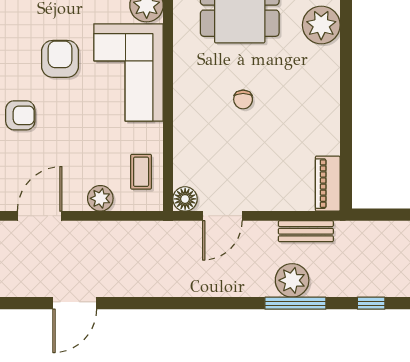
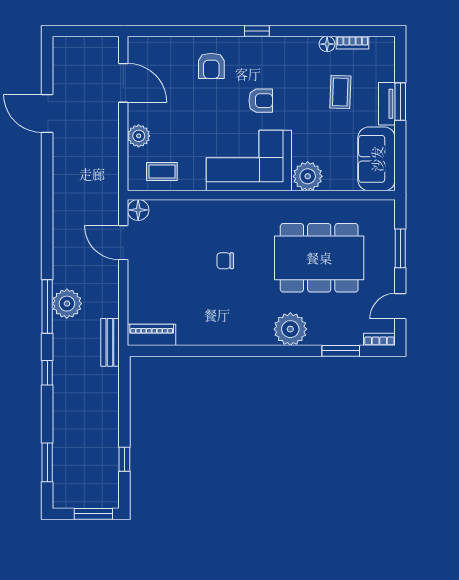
armchair: (60, 59) -> (261, 101), width x0.72, depth x0.72
bench: (306, 231) -> (110, 342), moved

